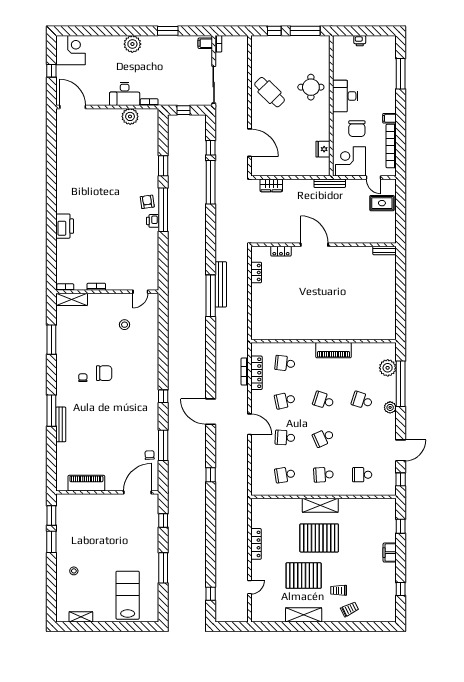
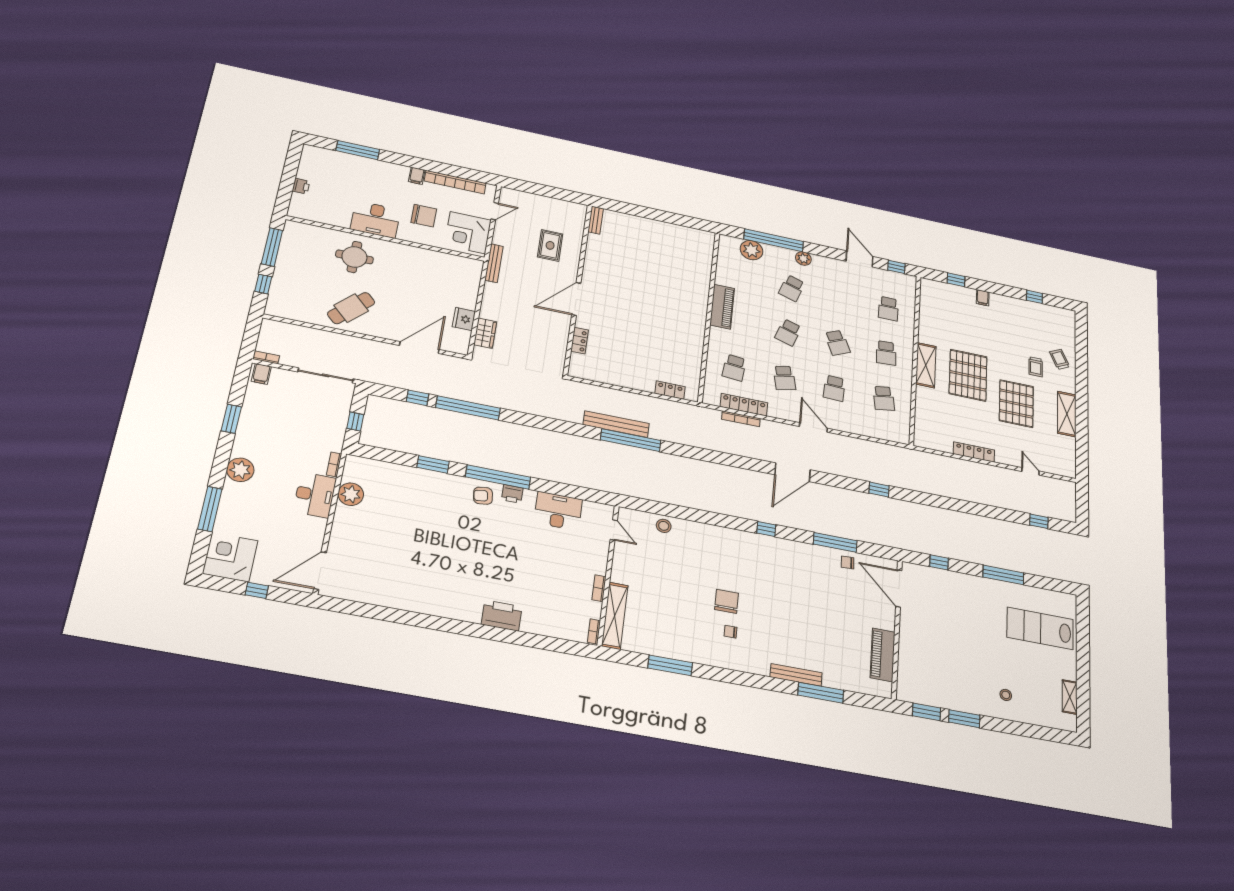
window: (101, 31) -> (210, 509), added
fridge: (323, 149) -> (464, 319), moved, turned 90
rug: (382, 203) -> (550, 245), moved
desk: (147, 253) -> (558, 511), added
locker: (256, 272) -> (670, 390), moved
shelving: (72, 299) -> (615, 616), width x1.47
stool: (125, 325) -> (664, 526), moved
window: (51, 411) -> (821, 693), moved
door: (250, 424) -> (813, 427), hinge flipped
filing cabinet: (390, 553) -> (983, 298), width x0.50

